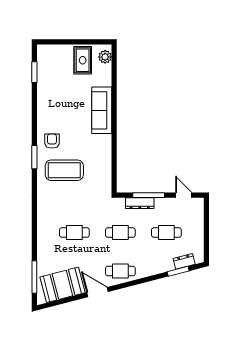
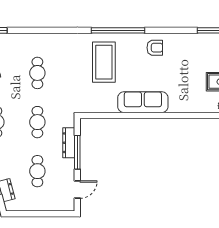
sofa: (102, 110) -> (143, 102), moved
armchair: (52, 141) -> (155, 48), moved
window: (34, 157) -> (118, 30), width x2.11

